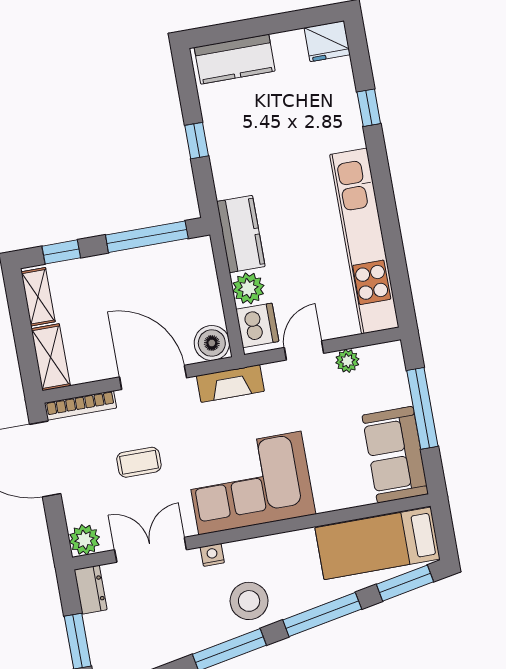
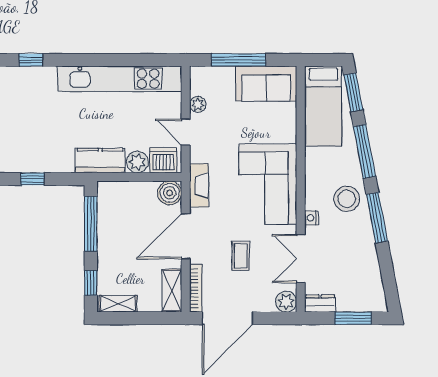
shelving: (51, 357) -> (172, 291), moved, turned 90

